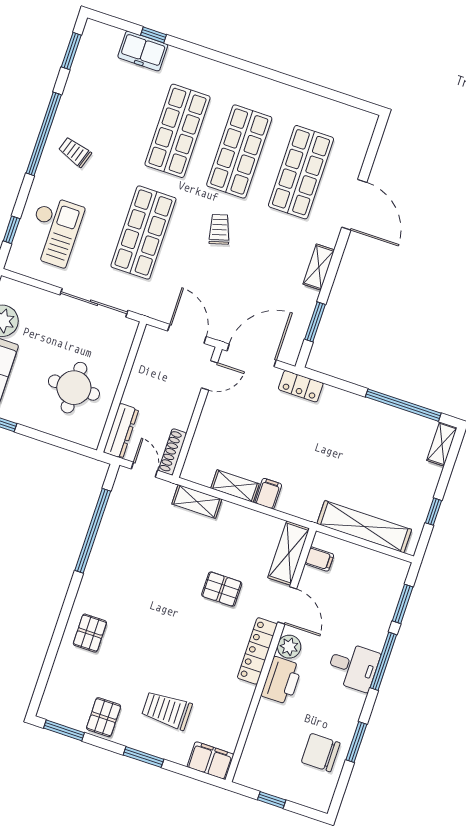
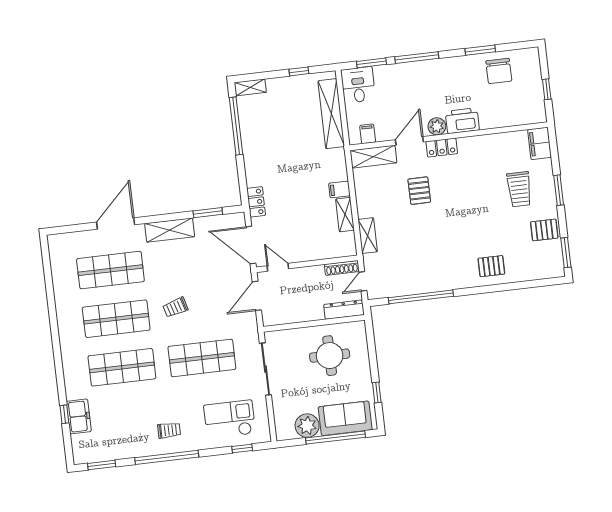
trolley: (75, 152) -> (169, 430), turned -108
shelving: (319, 267) -> (170, 230), width x1.50, depth x1.33
locker: (257, 651) -> (442, 148), width x0.66
desk: (353, 666) -> (358, 85), moved

